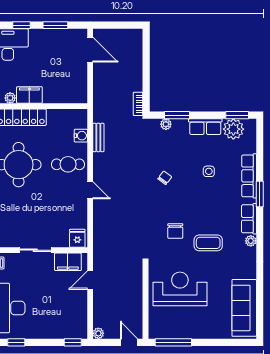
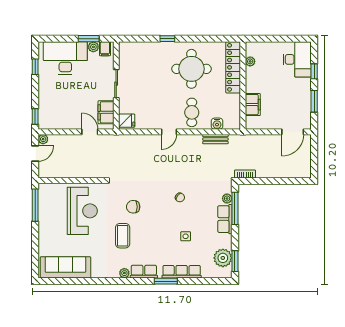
filing cabinet: (29, 95) -> (253, 105), moved
window: (177, 115) -> (235, 208), width x1.44
row of seats: (205, 127) -> (225, 219), moved
door: (129, 342) -> (35, 154), moved

